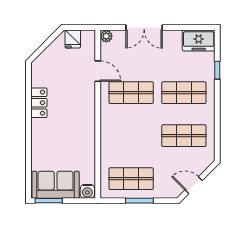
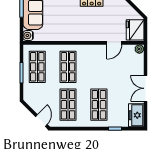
double door: (144, 28) -> (145, 88), moved
fridge: (73, 39) -> (135, 30), width x1.88, depth x1.34
shop shelf: (131, 93) -> (68, 67), moved
door: (194, 185) -> (41, 121), moved

